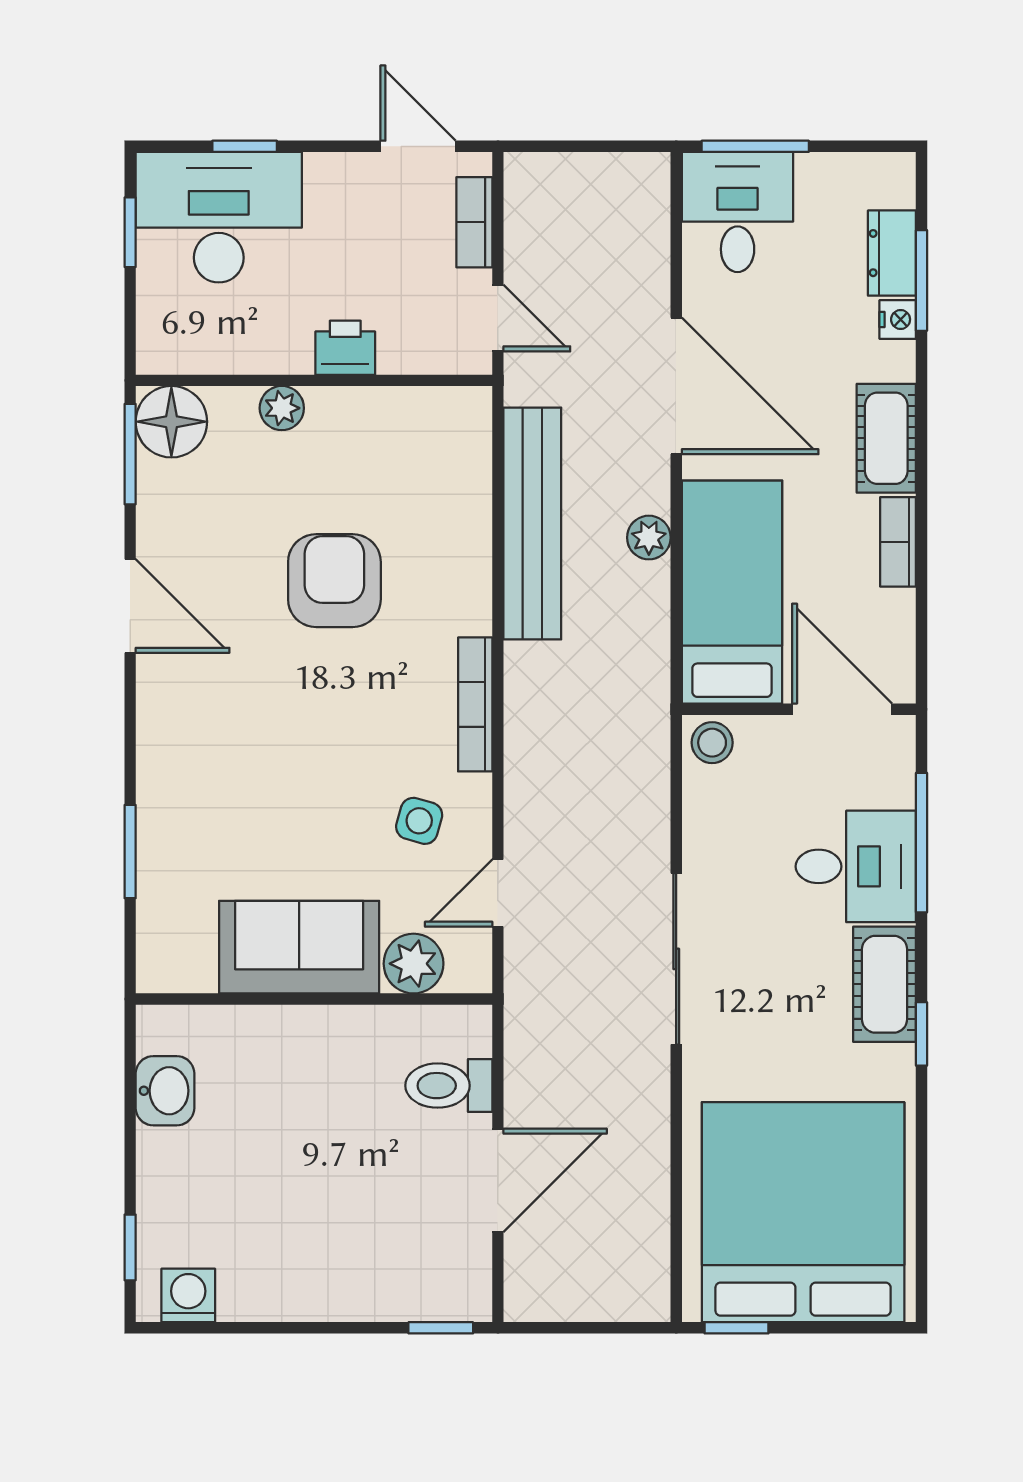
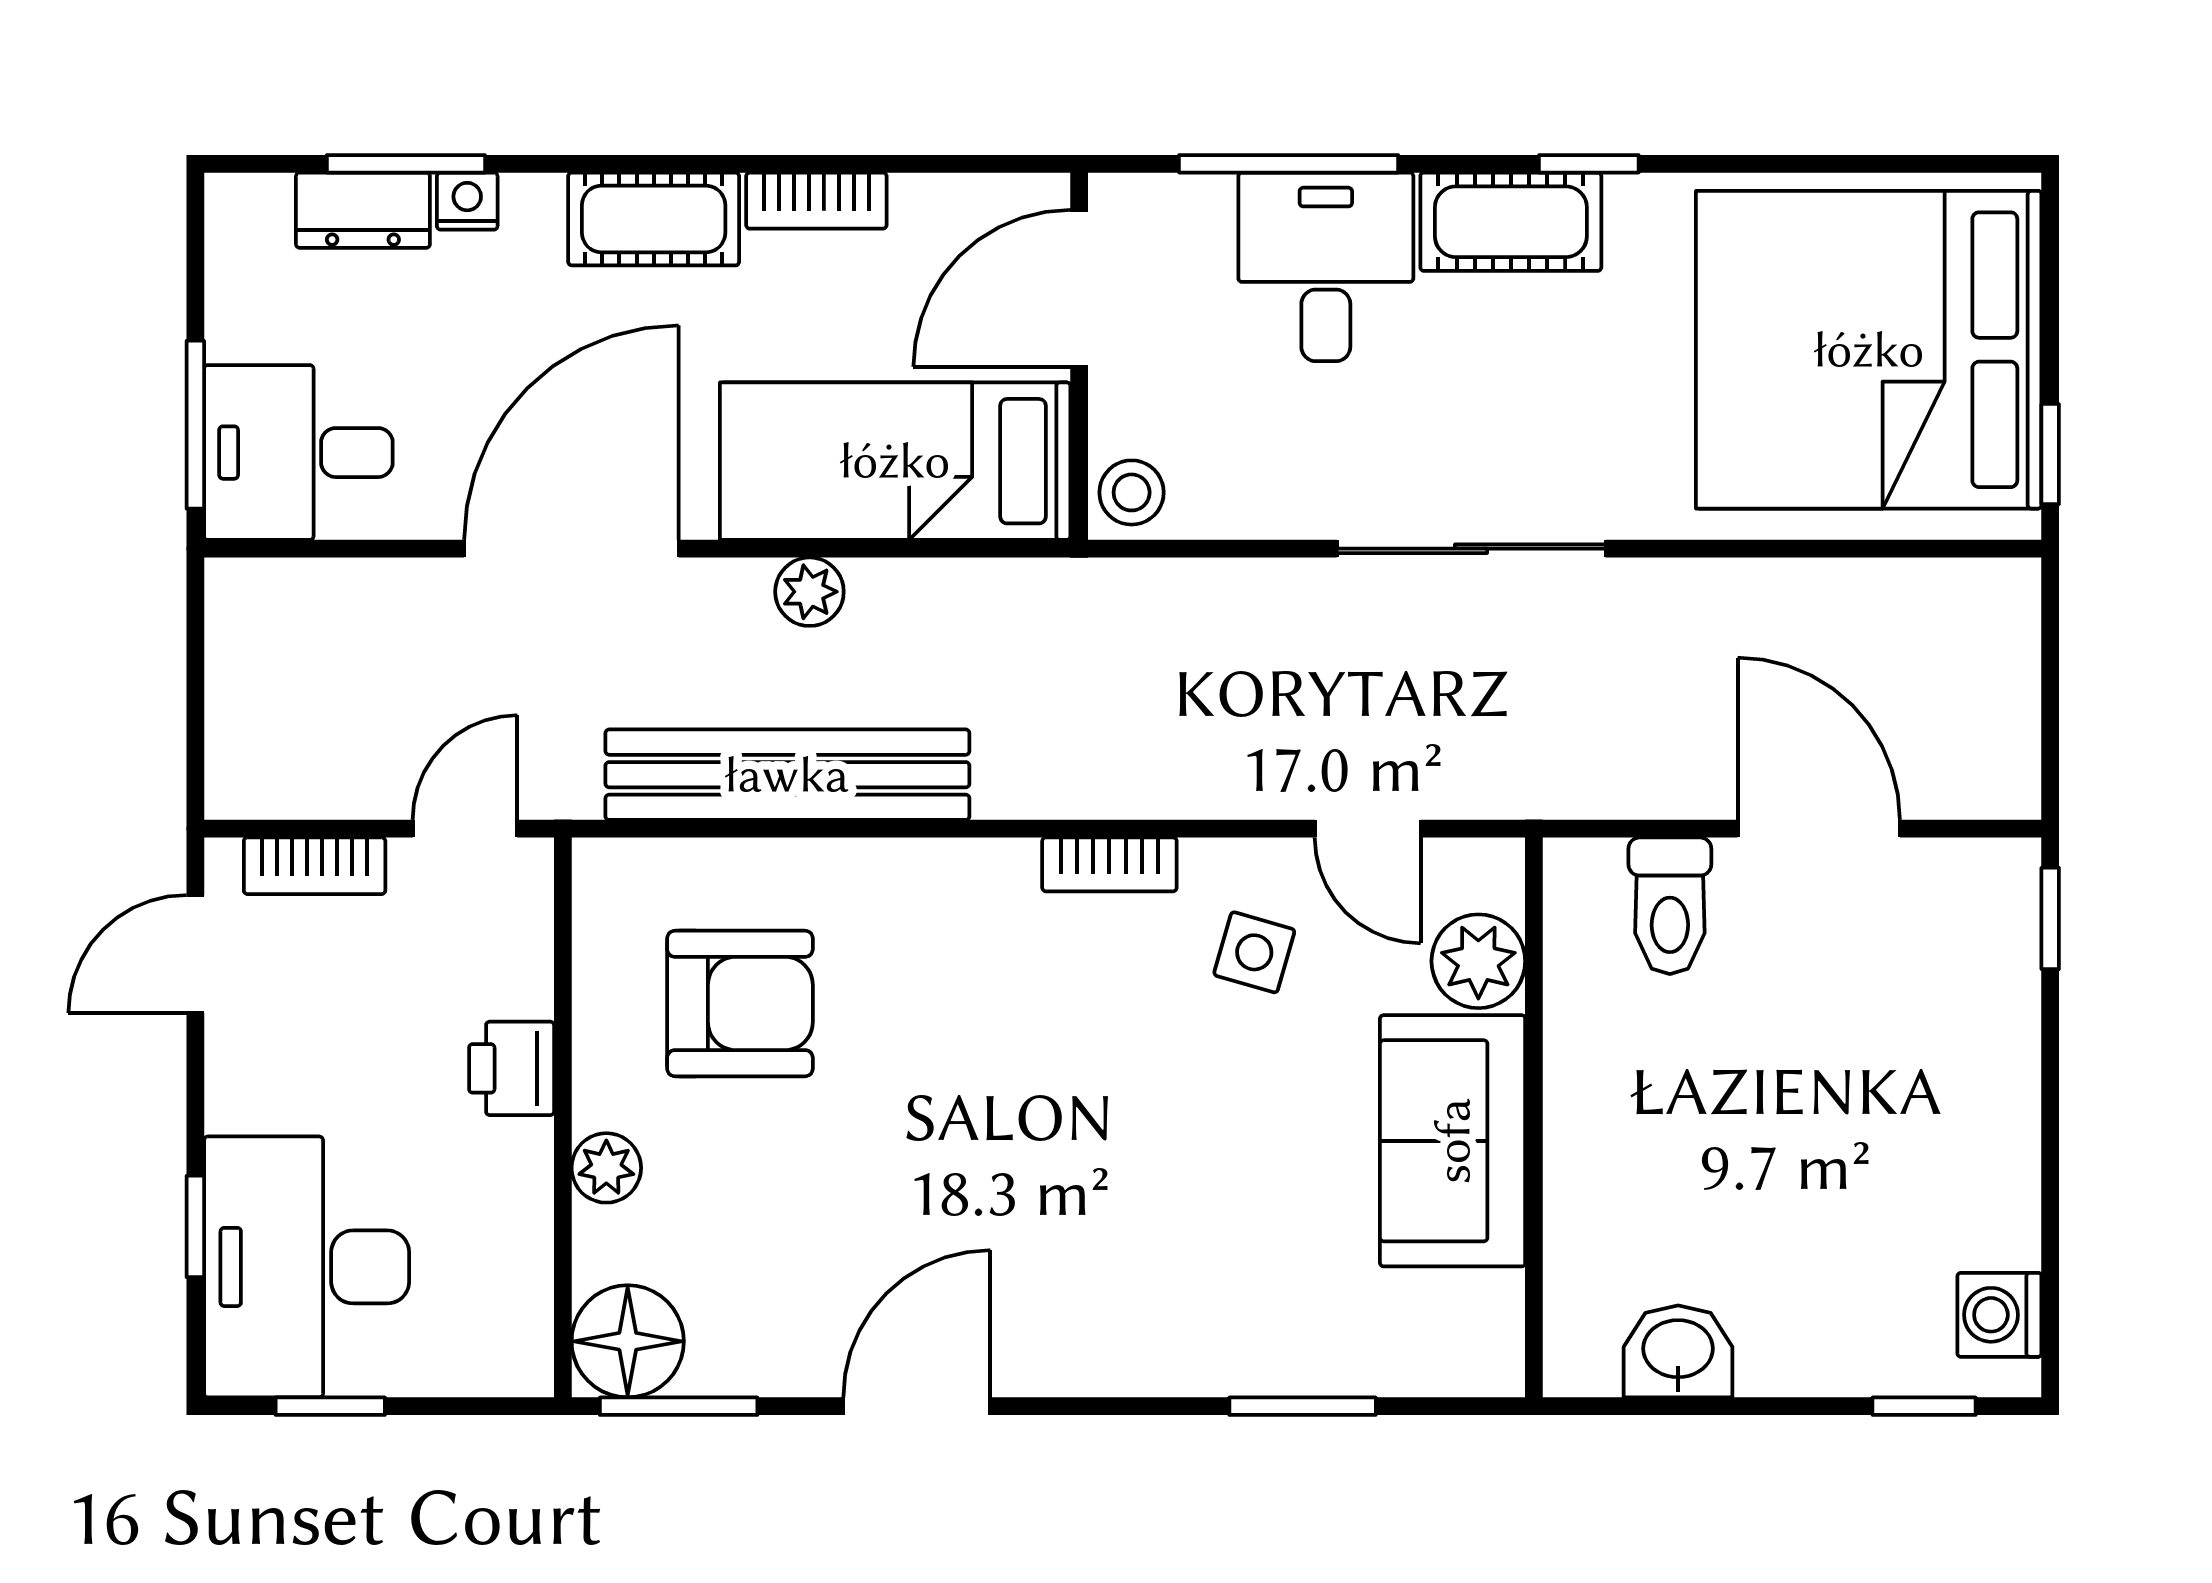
armchair: (334, 581) -> (740, 1003), moved, turned 180
bookcase: (475, 704) -> (1109, 864), width x0.64

